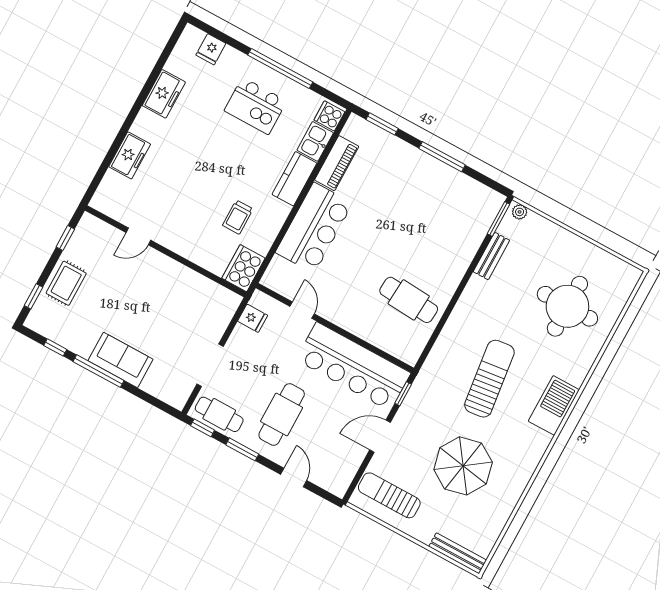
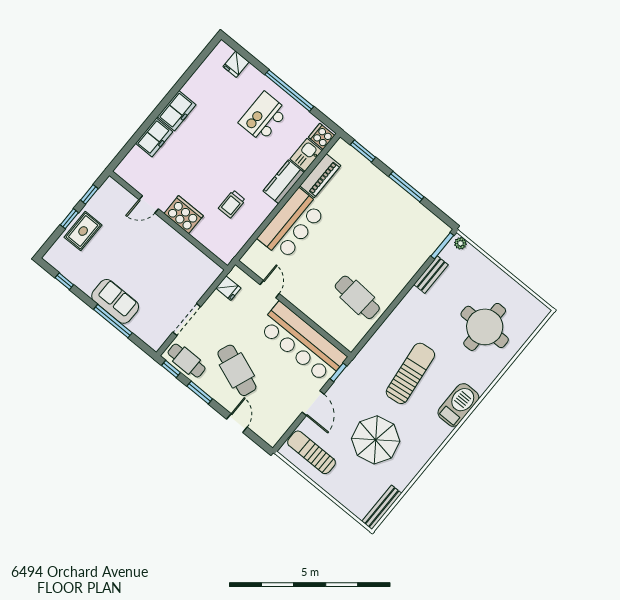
freezer: (164, 94) -> (177, 111), moved
kitchen island: (255, 106) -> (263, 117), turned 90
cooker: (243, 268) -> (184, 215), moved, turned 90
window: (34, 296) -> (69, 219), moved
window: (99, 371) -> (113, 321), moved
cafe table: (282, 414) -> (237, 370), turned -69
door: (380, 436) -> (313, 403), swing flipped
bench: (458, 553) -> (382, 507), moved, turned 90

